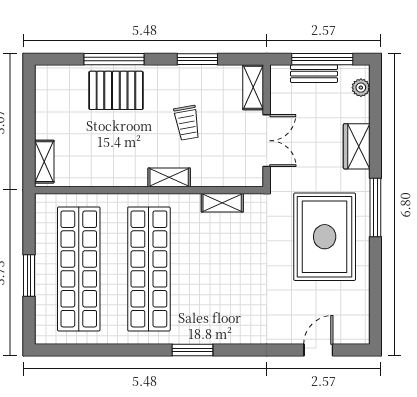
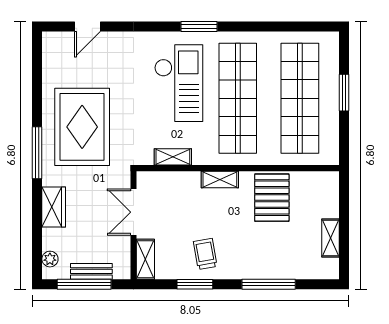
pallet: (116, 90) -> (272, 198), moved, turned 90
trolley: (187, 123) -> (205, 254), moved
shelving: (44, 162) -> (331, 238), moved
checkout: (216, 286) -> (179, 83), added

